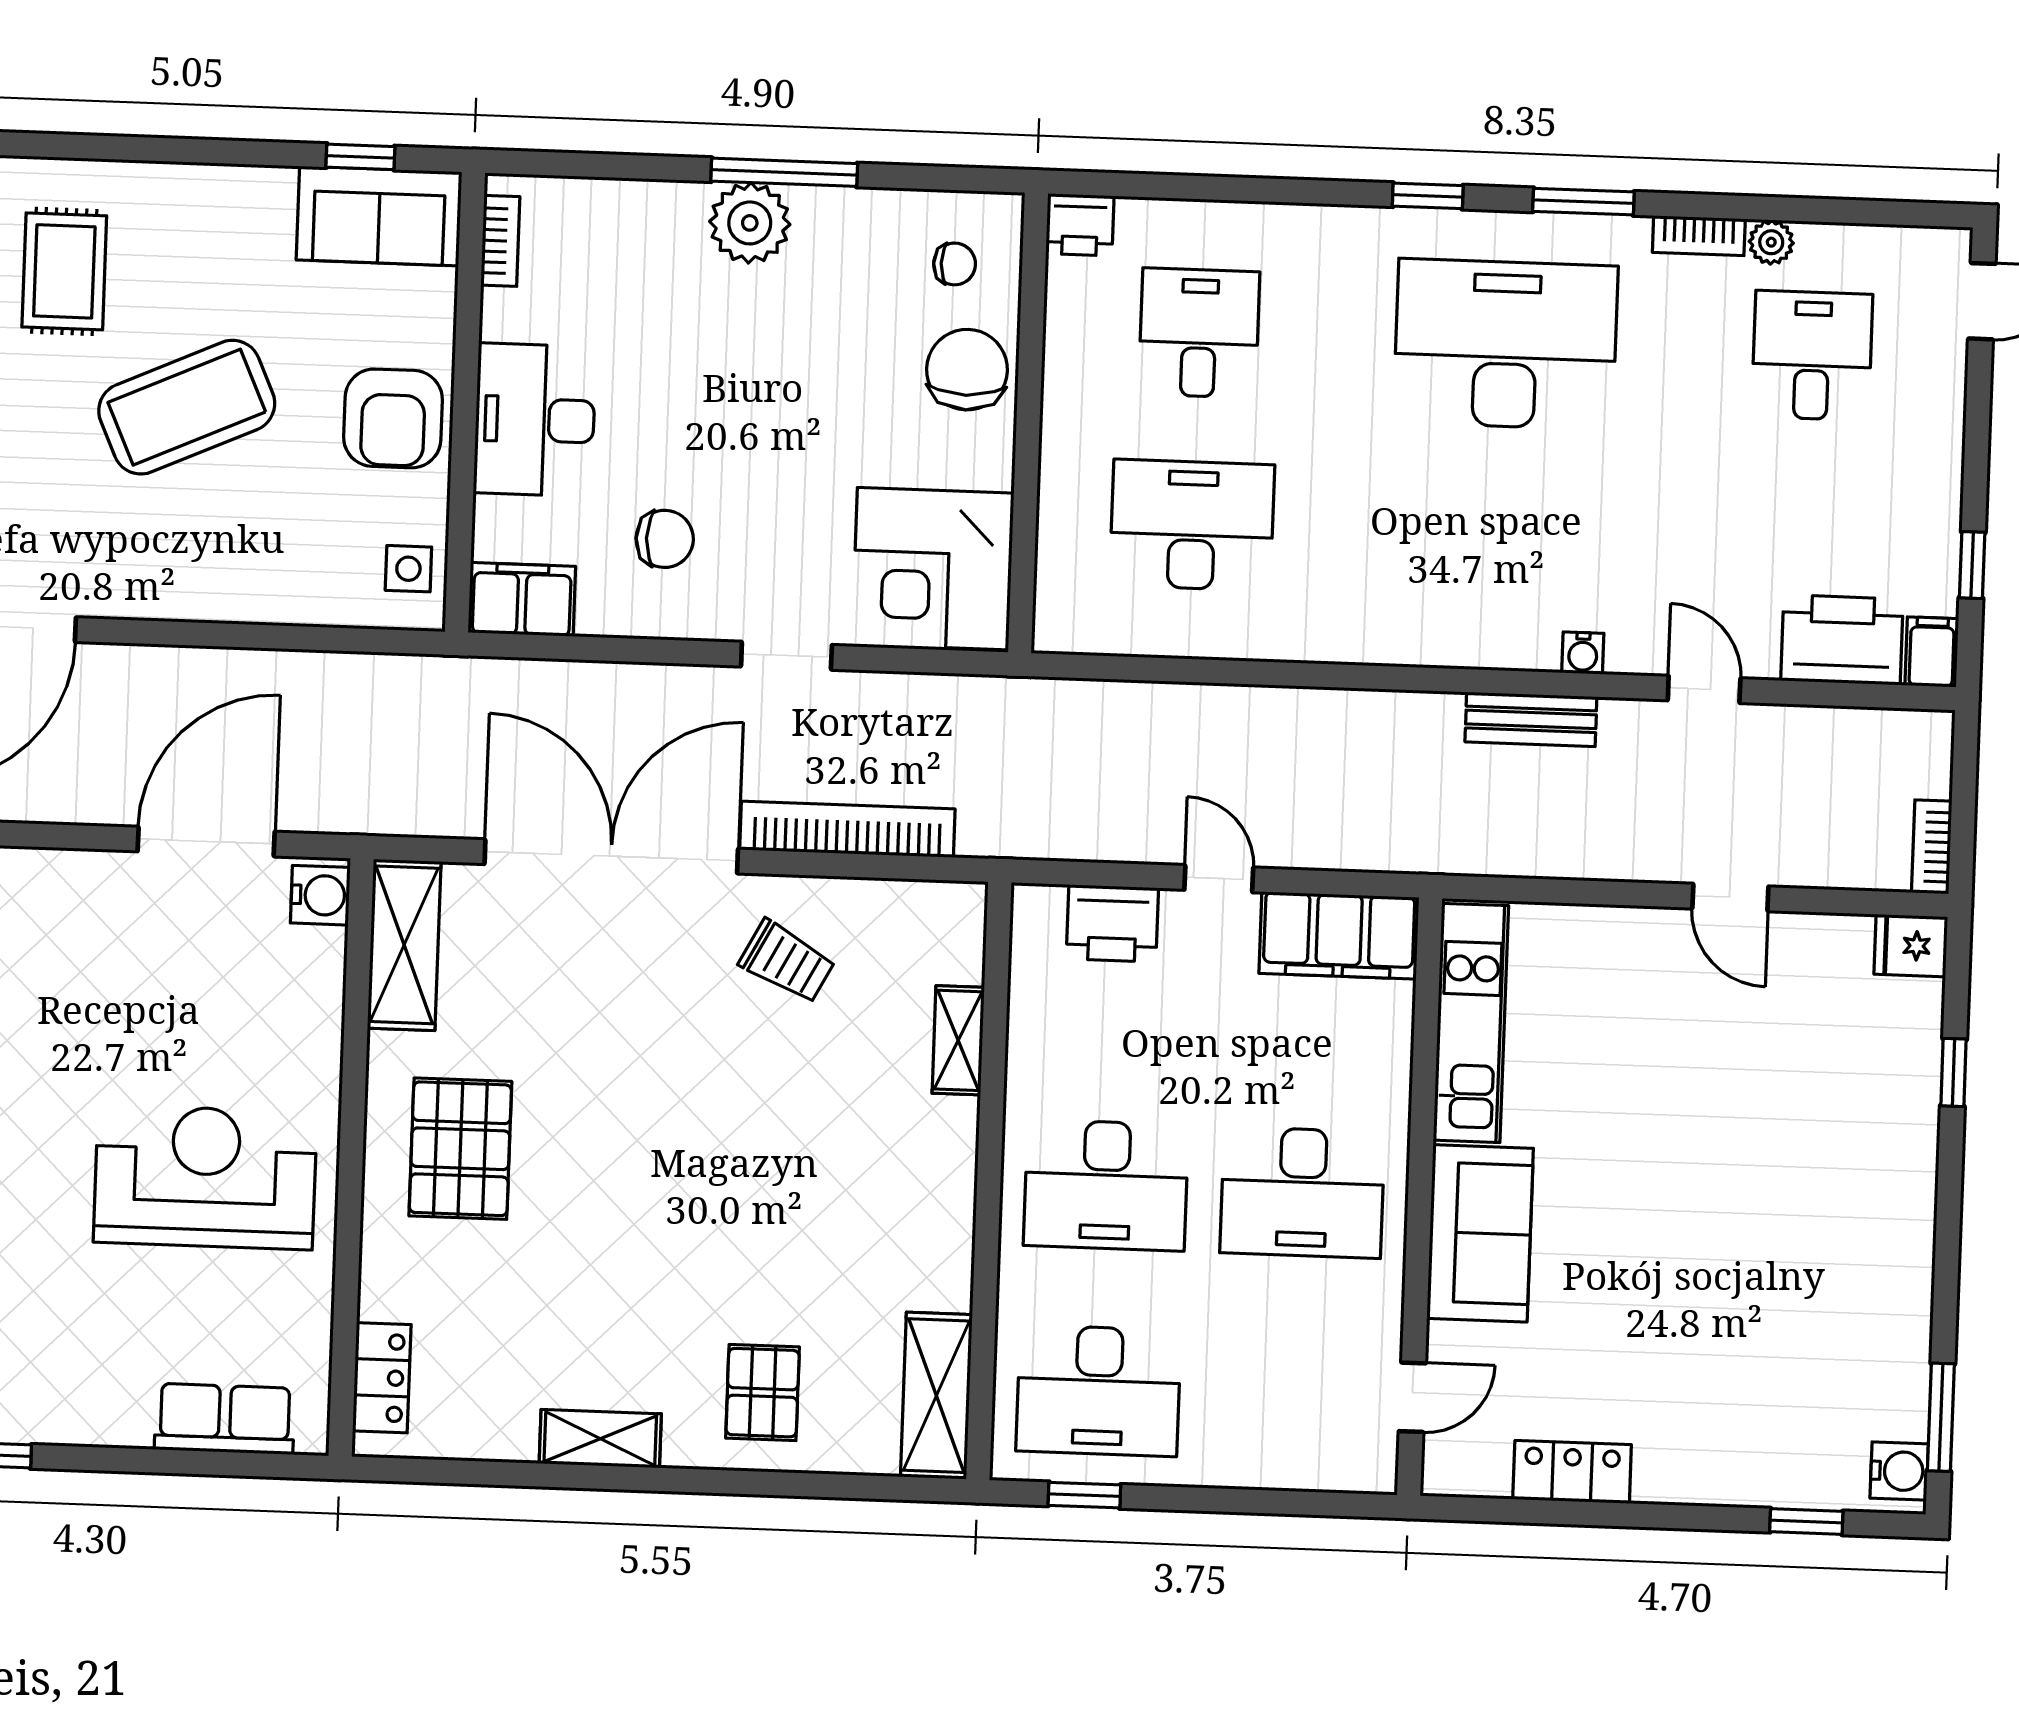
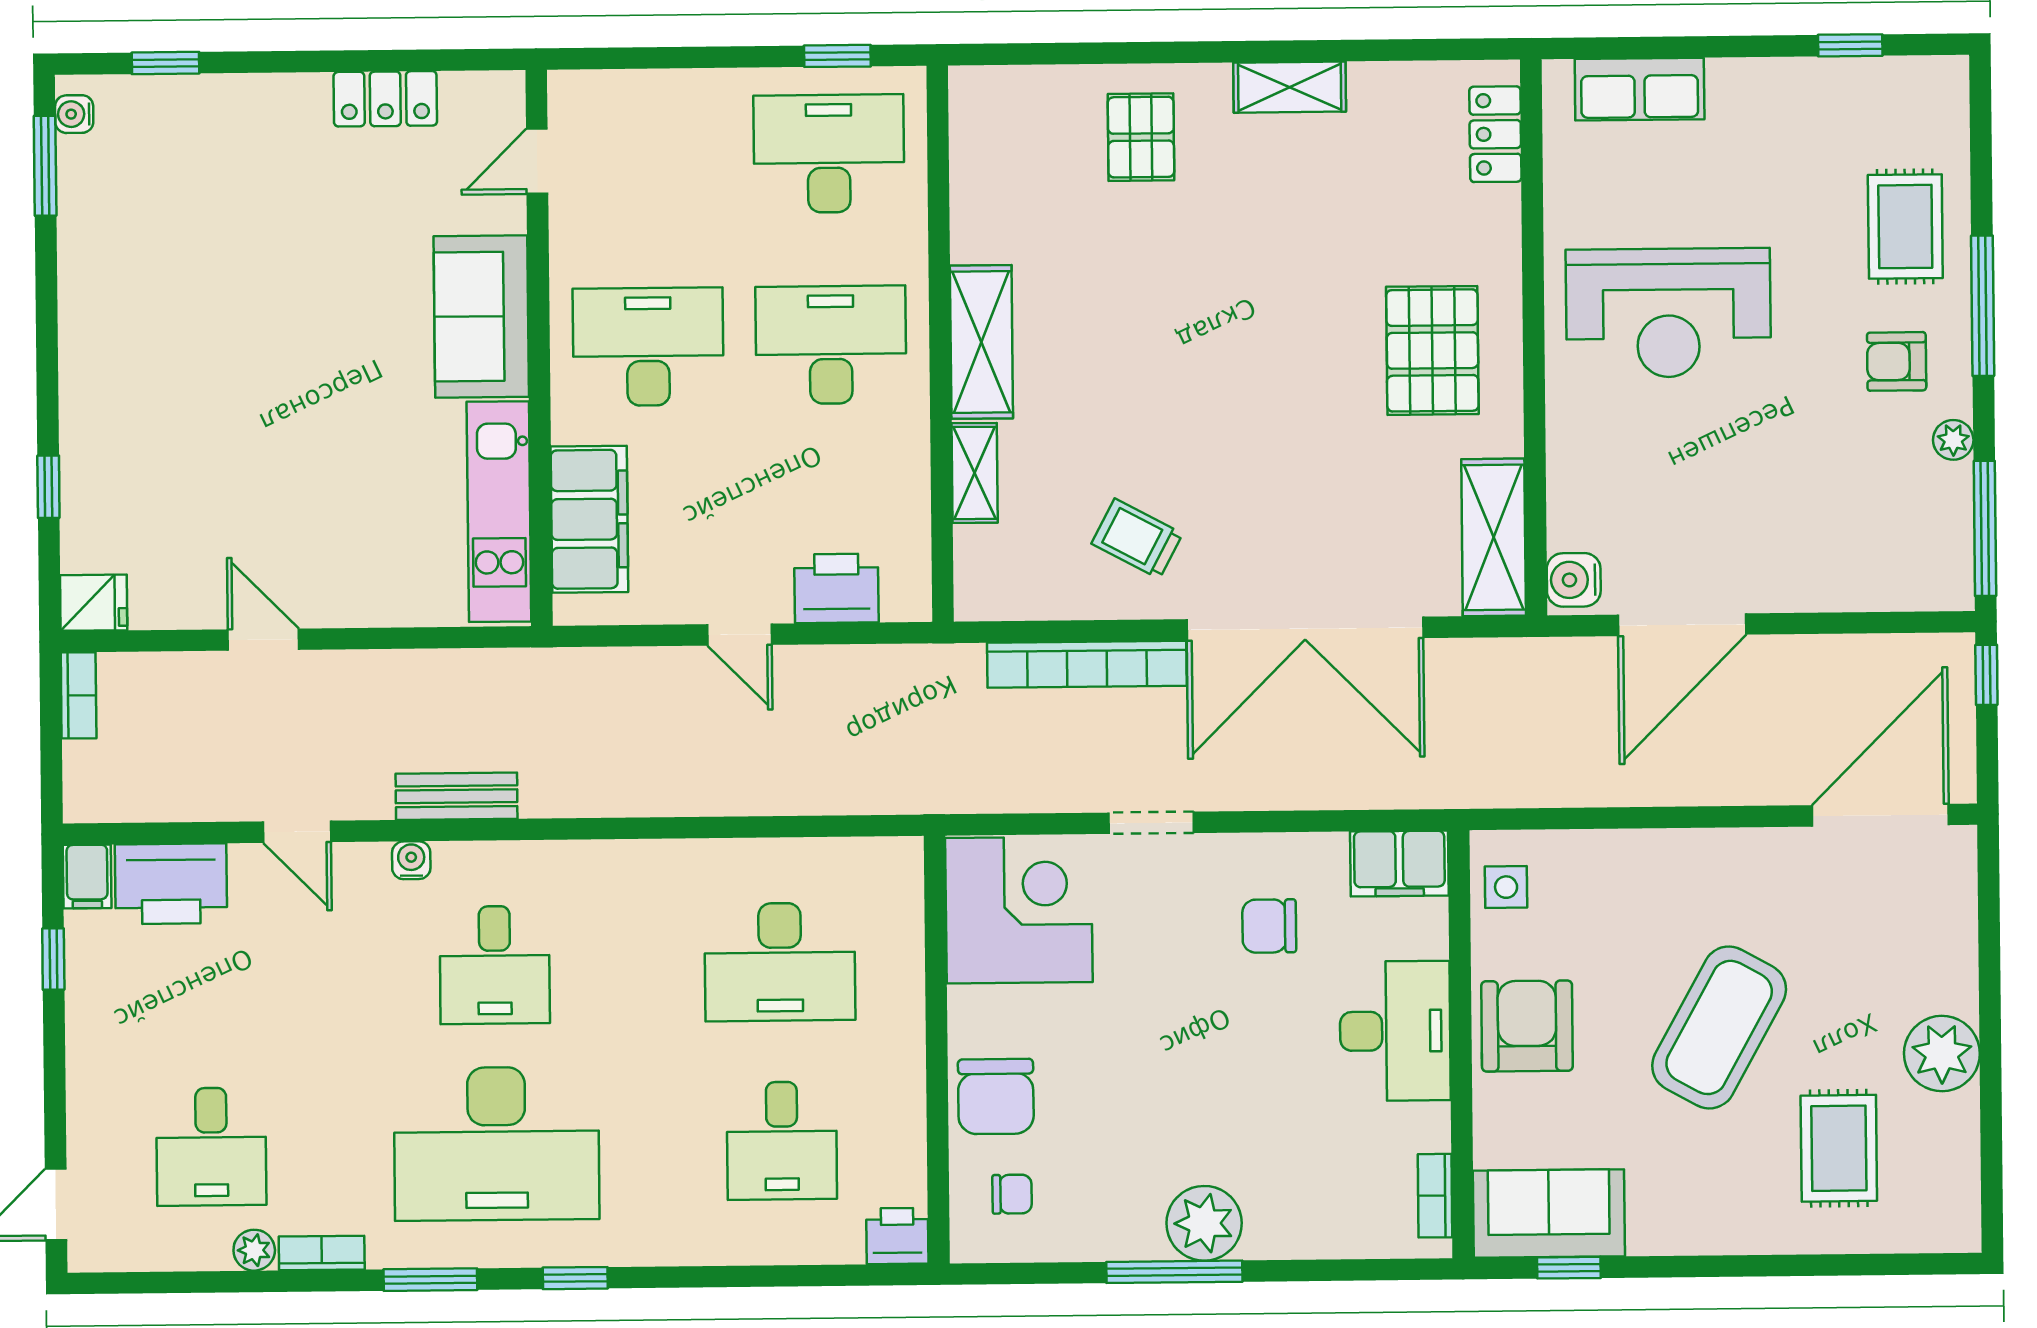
chair: (955, 264) -> (1012, 1194), turned 180
coffee table: (187, 407) -> (1719, 1027), turned -37
desk: (1499, 536) -> (495, 965), added
filing cabinet: (1339, 935) -> (589, 519), moved, turned 90
shelving: (936, 1396) -> (981, 342), moved
water cooler: (1899, 1471) -> (74, 114), width x0.72, depth x0.72

